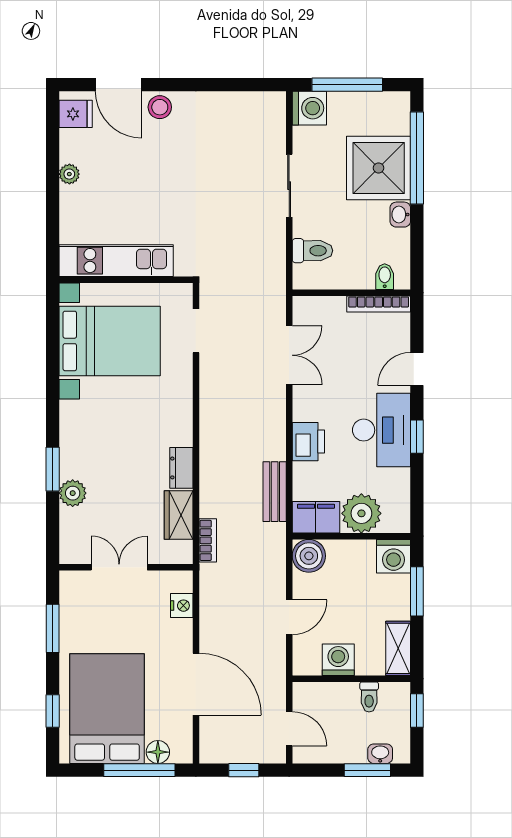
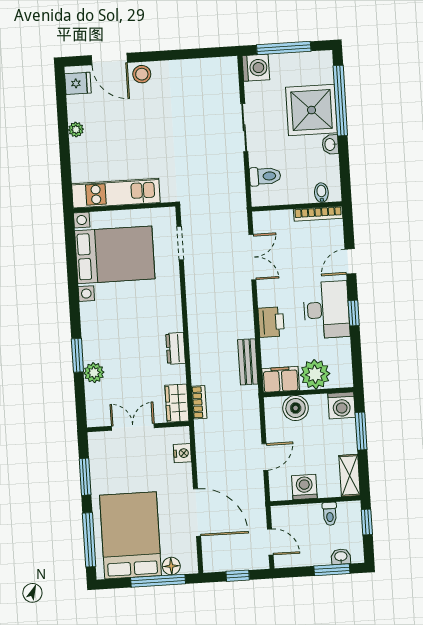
wardrobe: (179, 515) -> (177, 403), moved
boiler: (309, 556) -> (296, 408), moved
window: (53, 711) -> (89, 540), width x2.17

